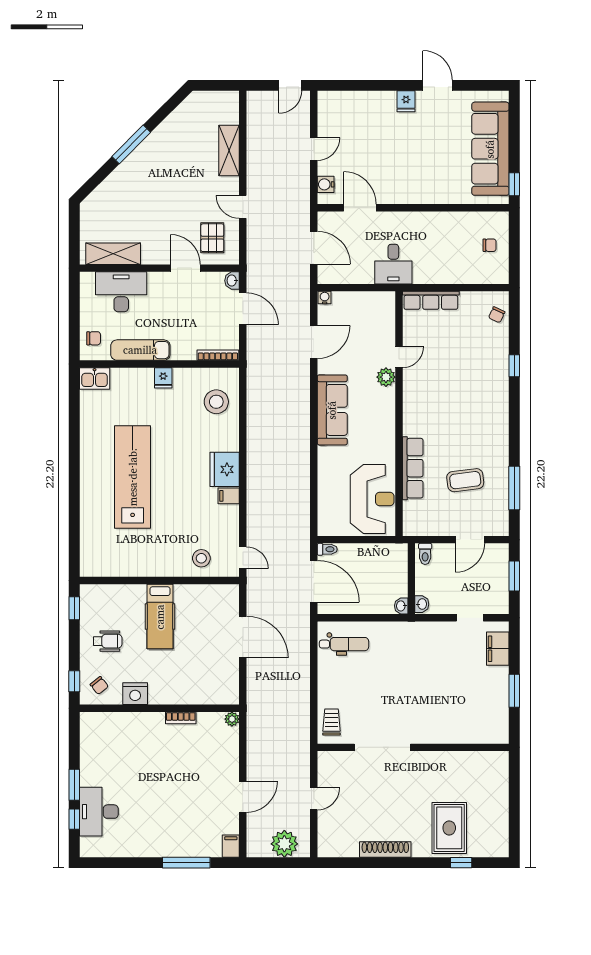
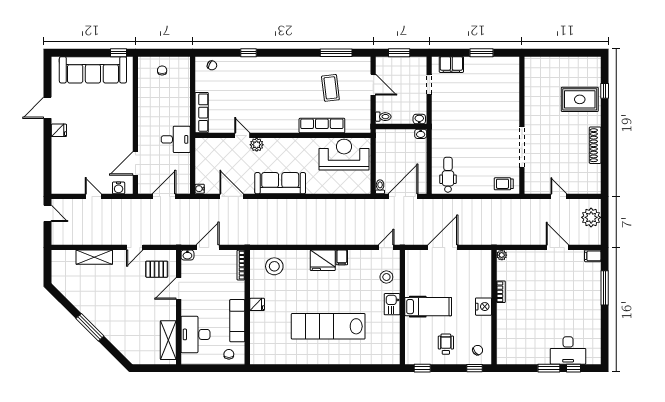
kitchen sink: (95, 378) -> (392, 304), moved, turned 180
nightstand: (135, 694) -> (484, 307), moved

